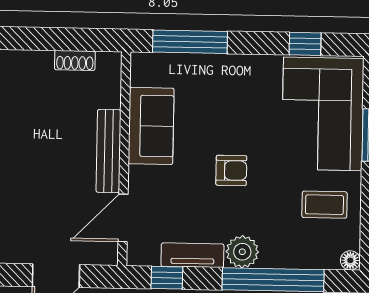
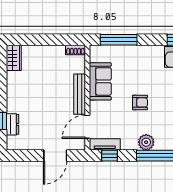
shoe rack: (75, 60) -> (75, 50), moved
tv unit: (192, 255) -> (105, 144), moved

